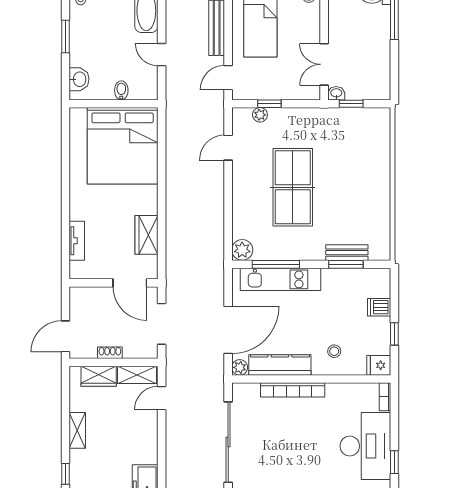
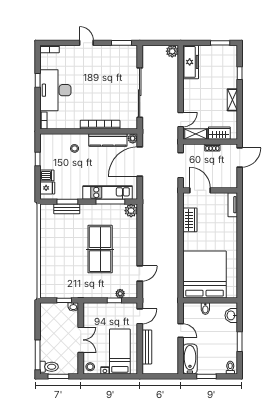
double door: (324, 64) -> (81, 340), moved
tv unit: (77, 241) -> (233, 205), moved
fridge: (379, 365) -> (47, 188), moved

